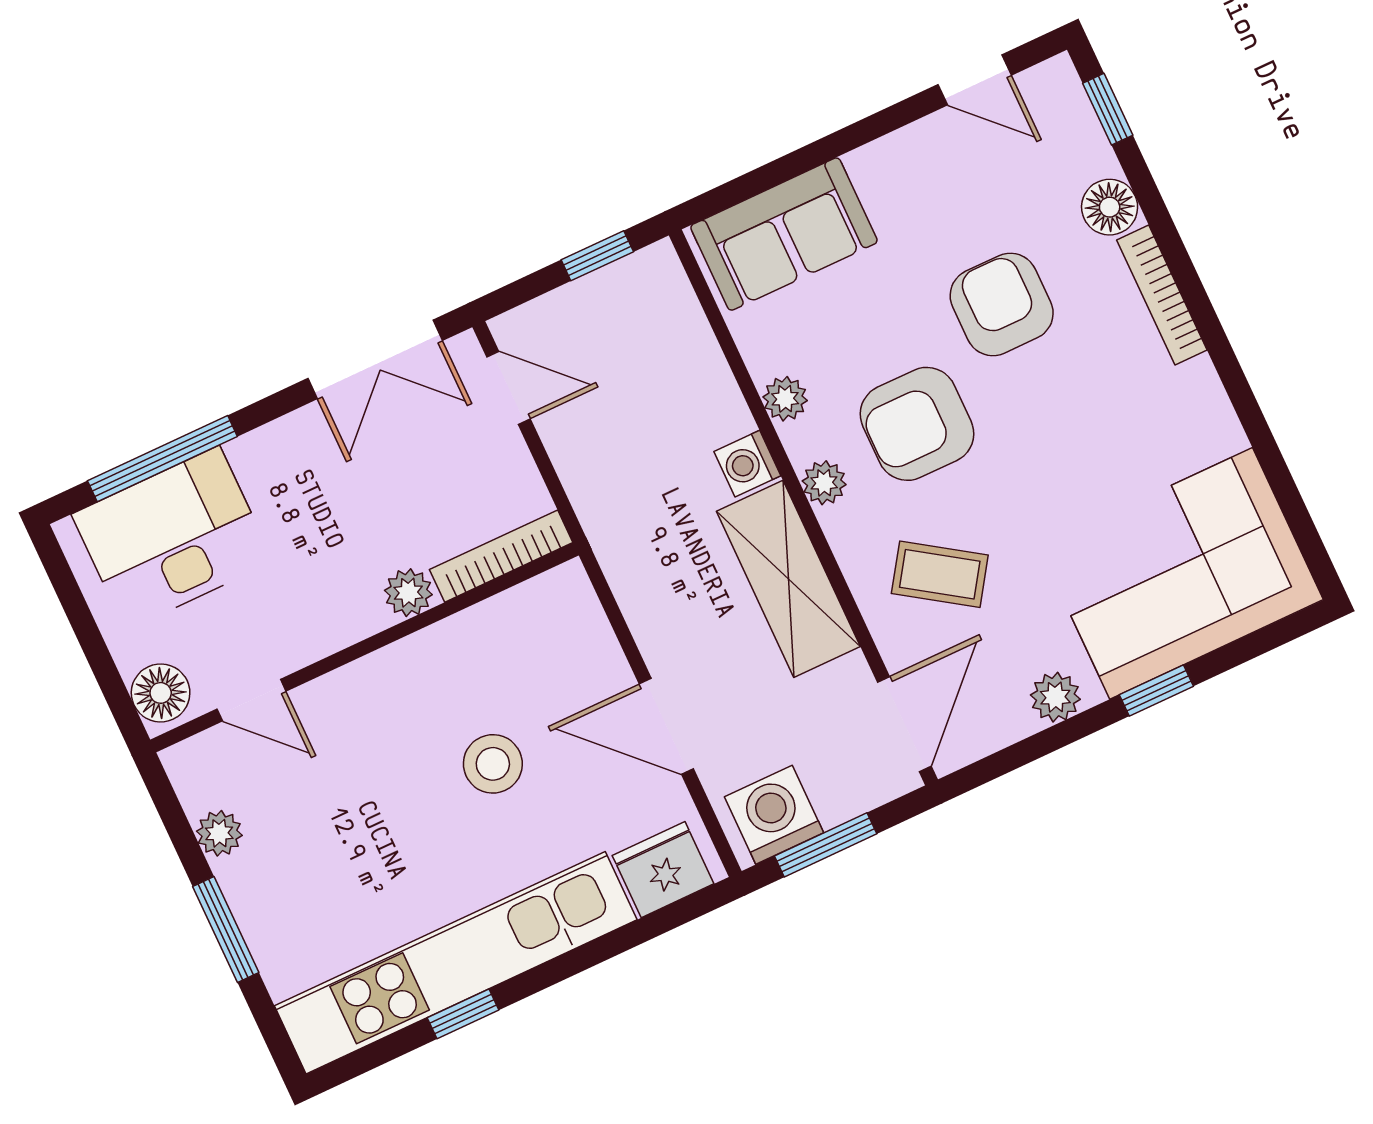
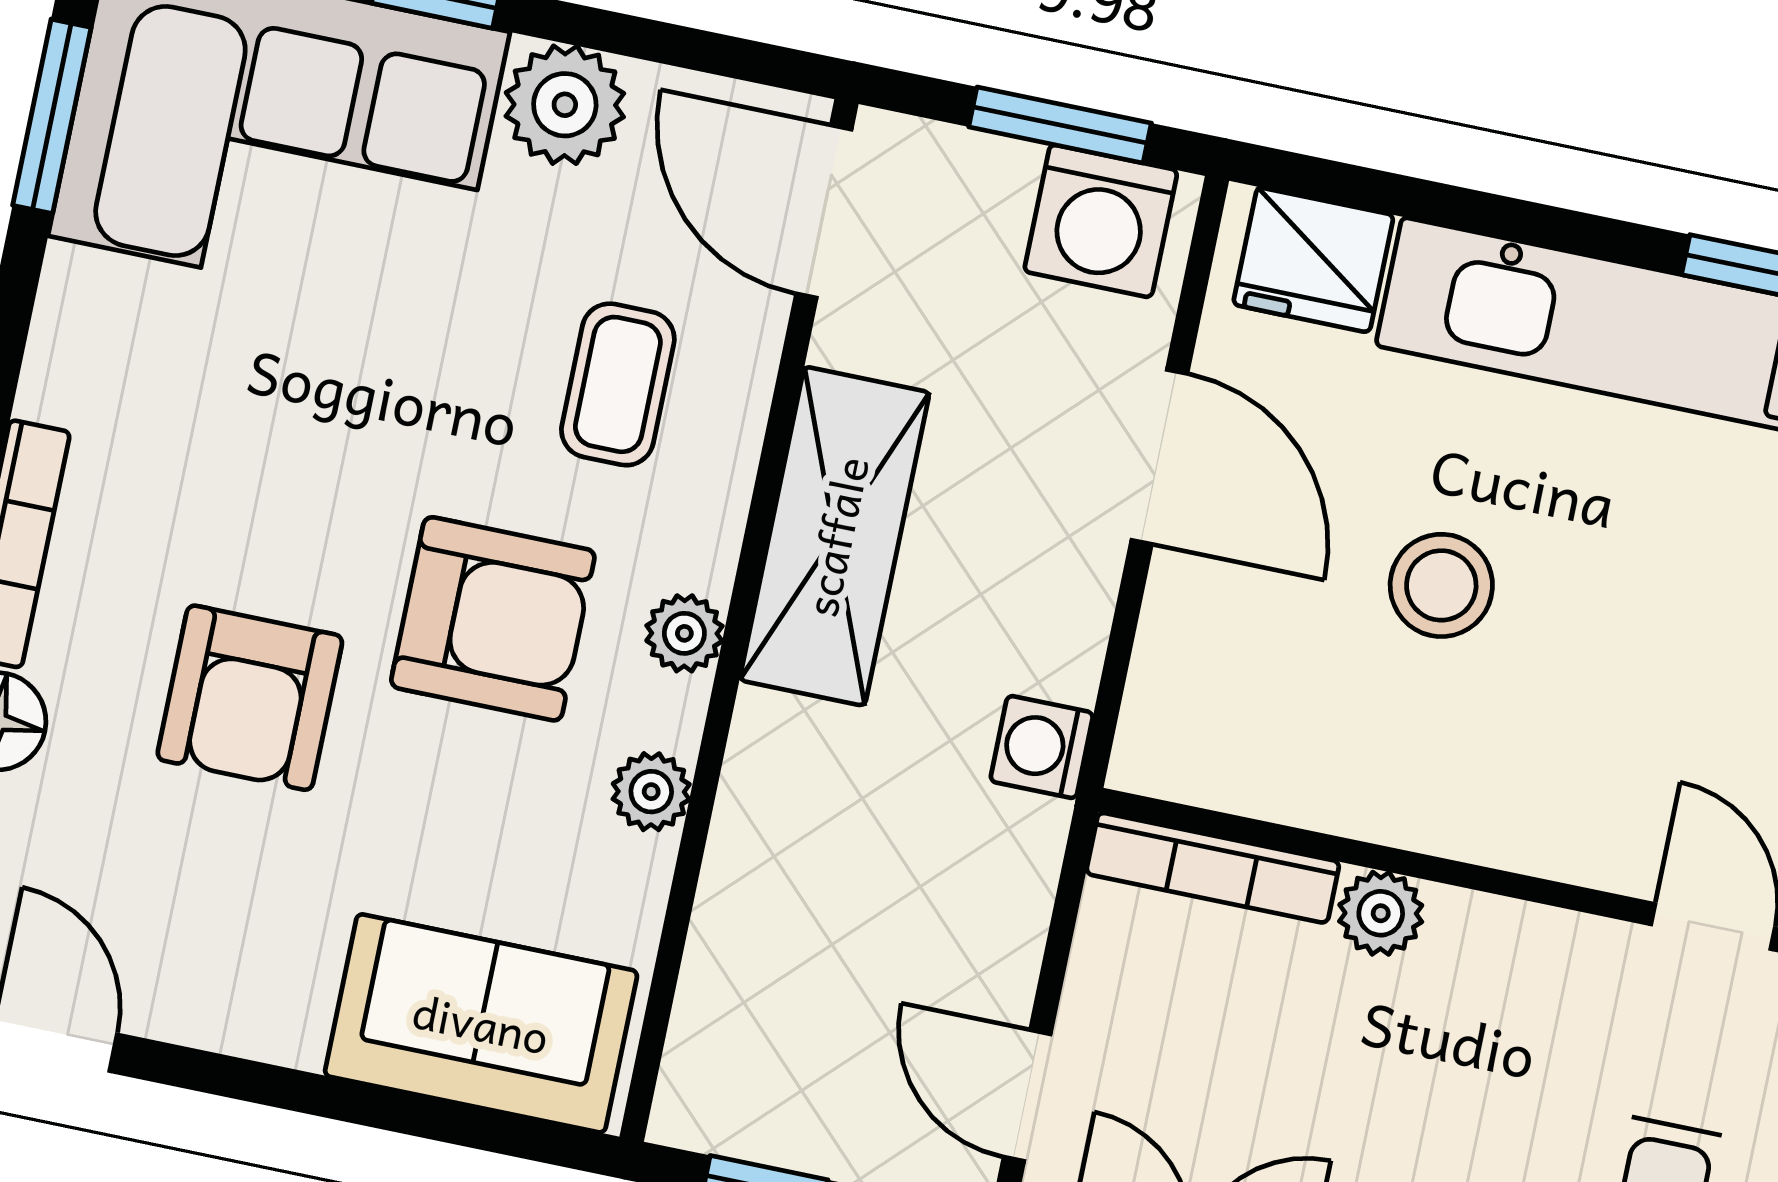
washing machine: (747, 464) -> (1042, 747), moved, turned 180
window: (1292, 504) -> (52, 116), added
coffee table: (940, 574) -> (618, 384), turned 56
plant: (1055, 697) -> (565, 105), width x1.38, depth x1.38
door: (904, 724) -> (824, 212), hinge flipped

